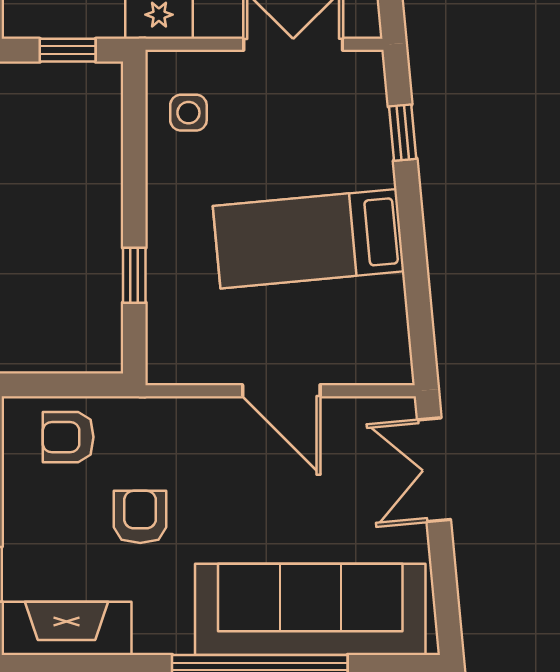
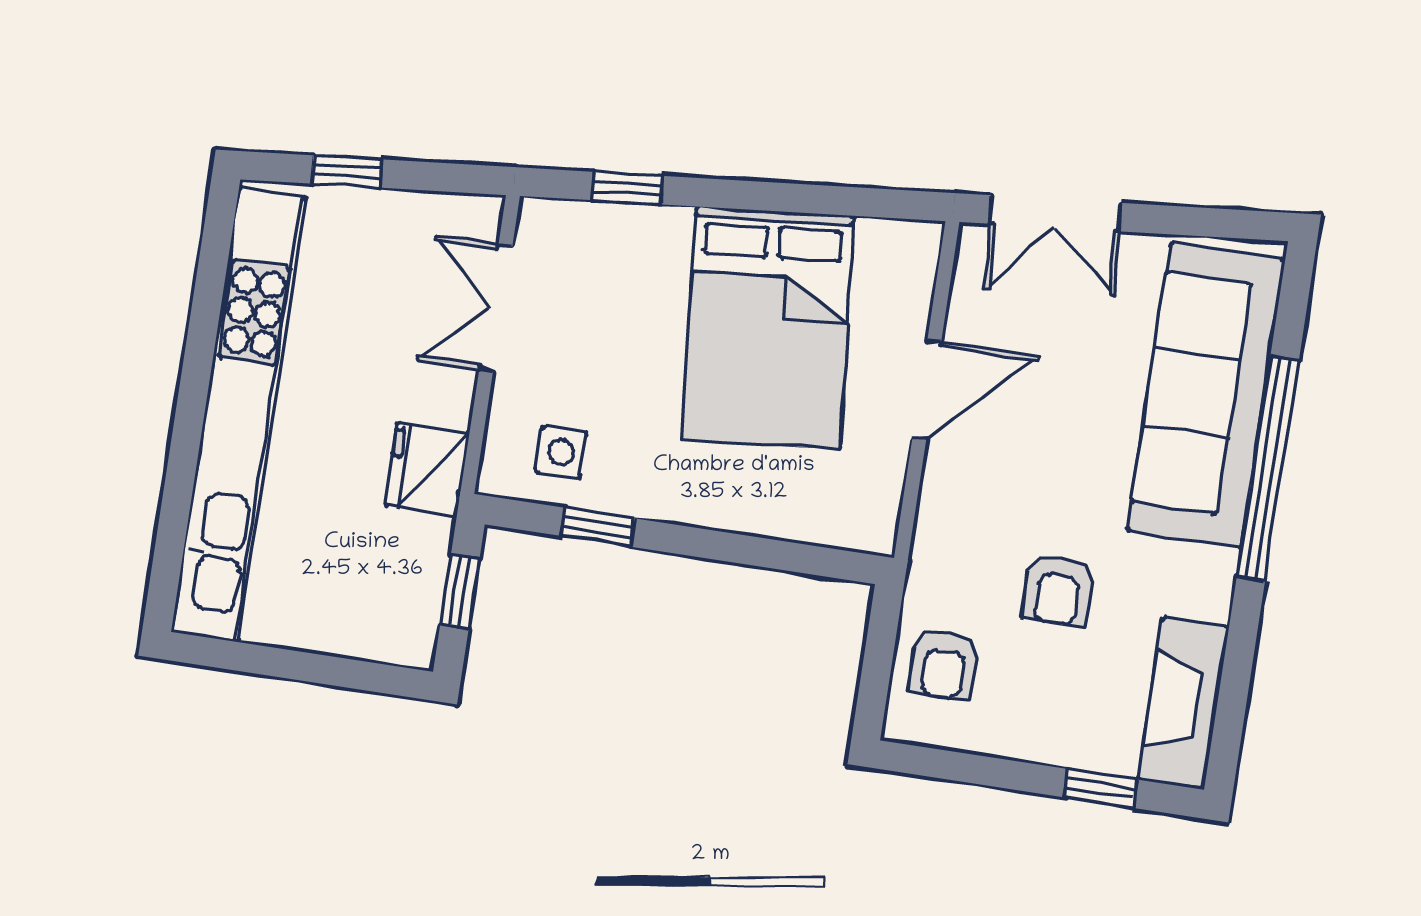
bed: (309, 239) -> (768, 328), width x1.50
window: (134, 275) -> (598, 527), moved
armchair: (140, 517) -> (1058, 590), turned -90

